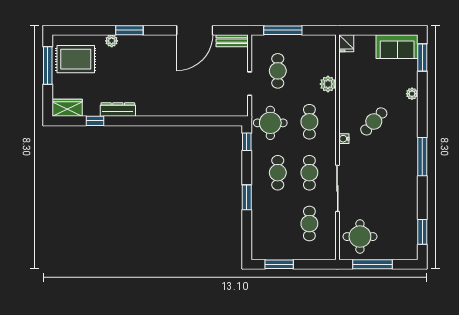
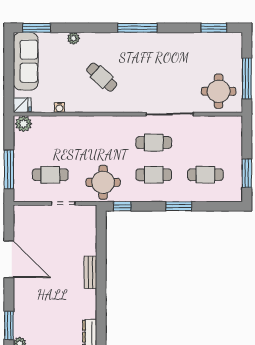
bench: (232, 41) -> (90, 272), moved
sofa: (397, 47) -> (26, 61), width x1.36
plant: (328, 84) -> (24, 124), moved
cafe table: (309, 122) -> (102, 143), removed
water cooler: (344, 139) -> (59, 108), moved
cafe table: (309, 224) -> (205, 175), moved

